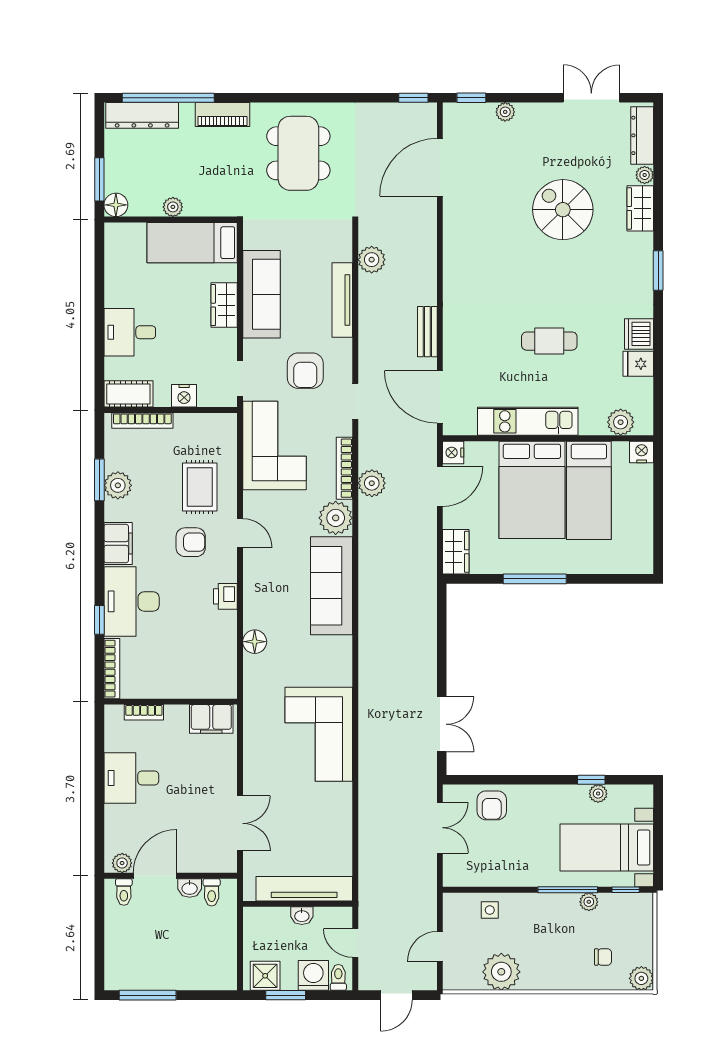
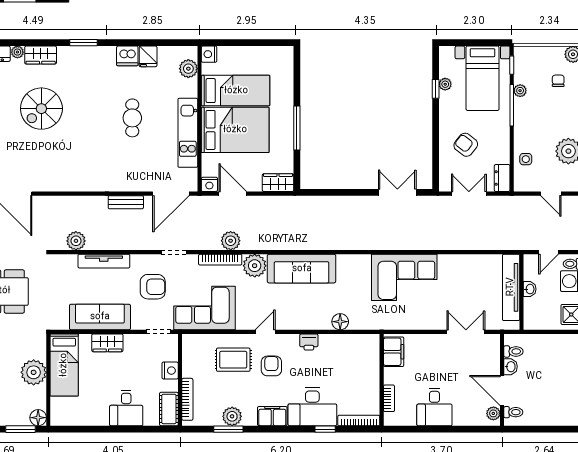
plant: (173, 207) -> (34, 372), width x1.88, depth x1.88
armchair: (492, 805) -> (466, 145), moved, turned -142
dresser: (462, 876) -> (502, 178), added

